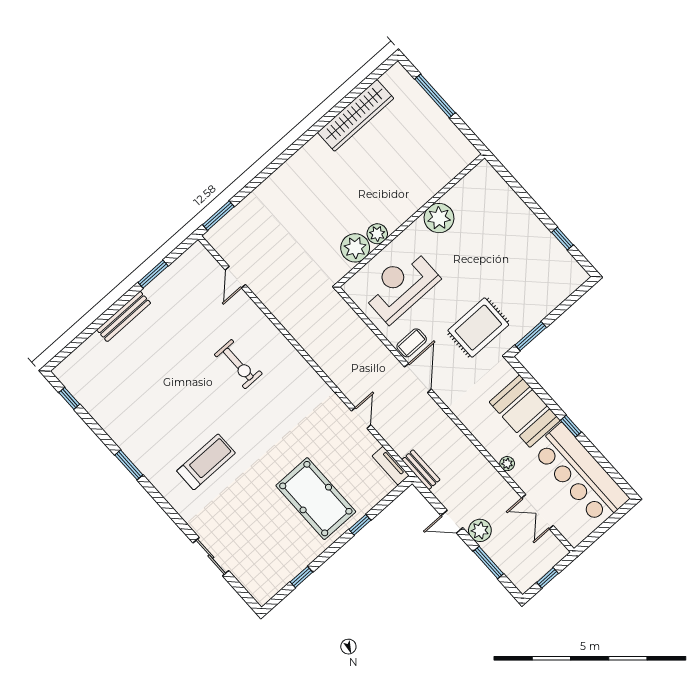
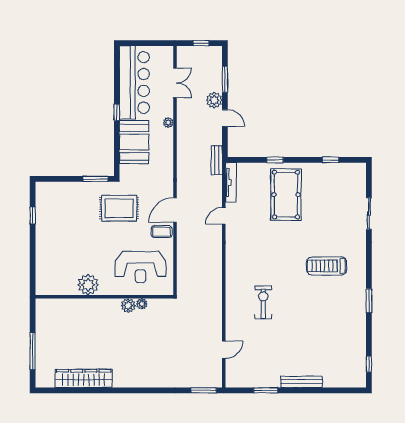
plant: (355, 248) -> (142, 304), width x0.53, depth x0.53
tv unit: (391, 466) -> (231, 182), width x1.41

